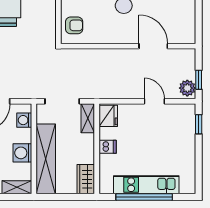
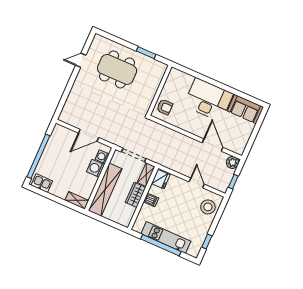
plant: (187, 88) -> (233, 162), moved
stool: (181, 124) -> (208, 207), added
window: (199, 124) -> (207, 241), moved
washing machine: (22, 153) -> (95, 168), moved
wardrobe: (86, 179) -> (136, 195), moved

